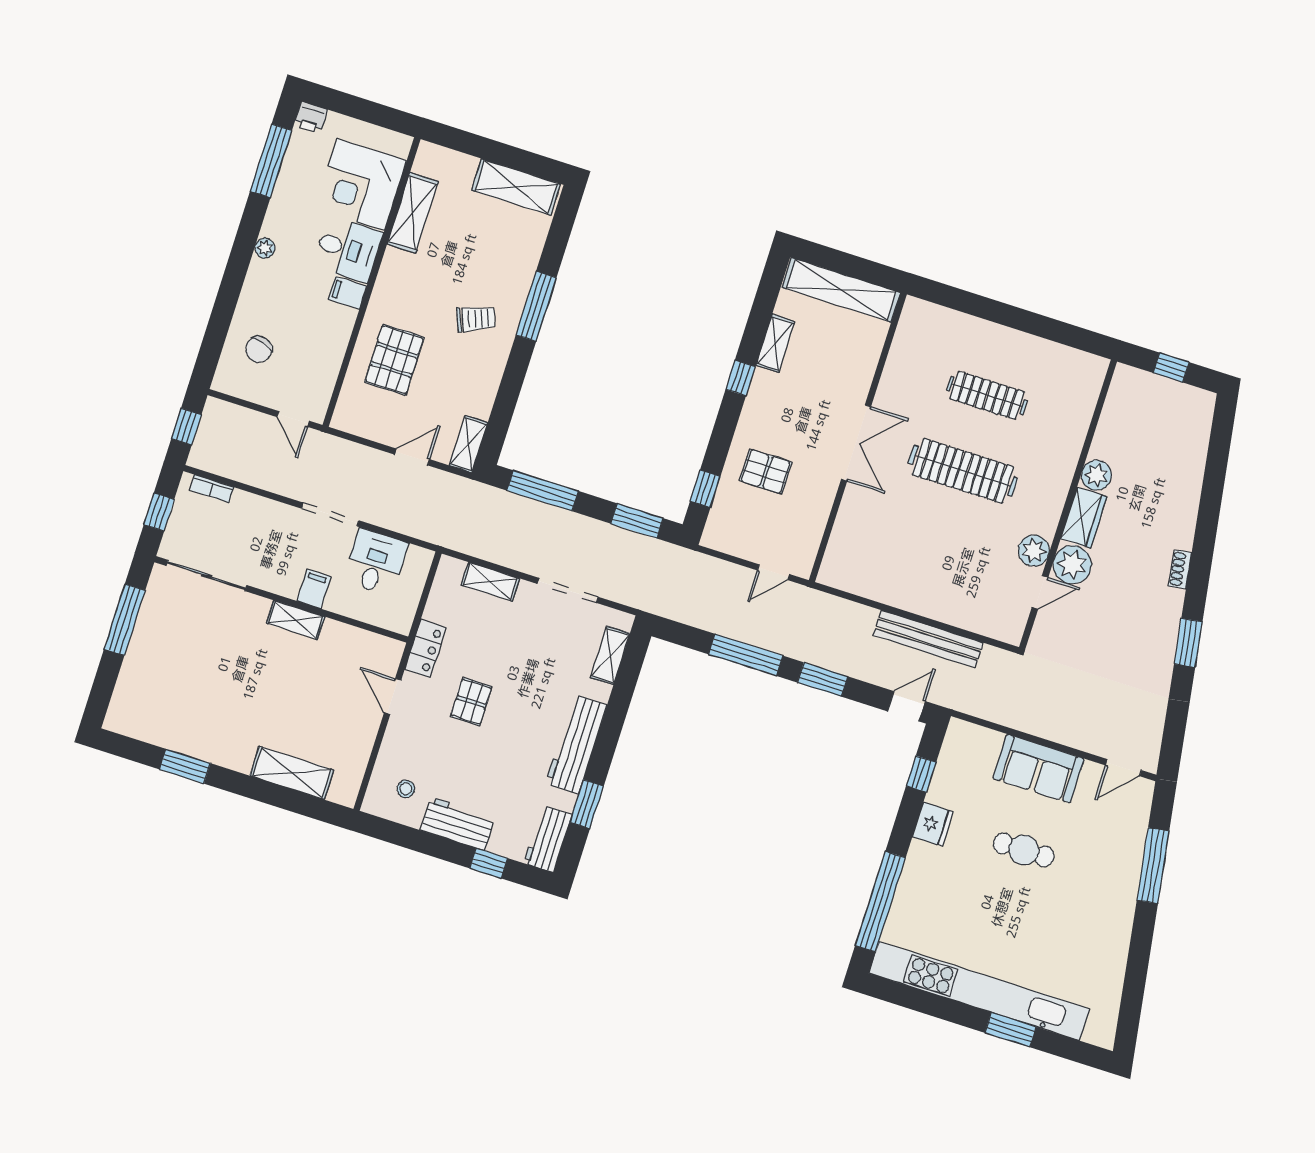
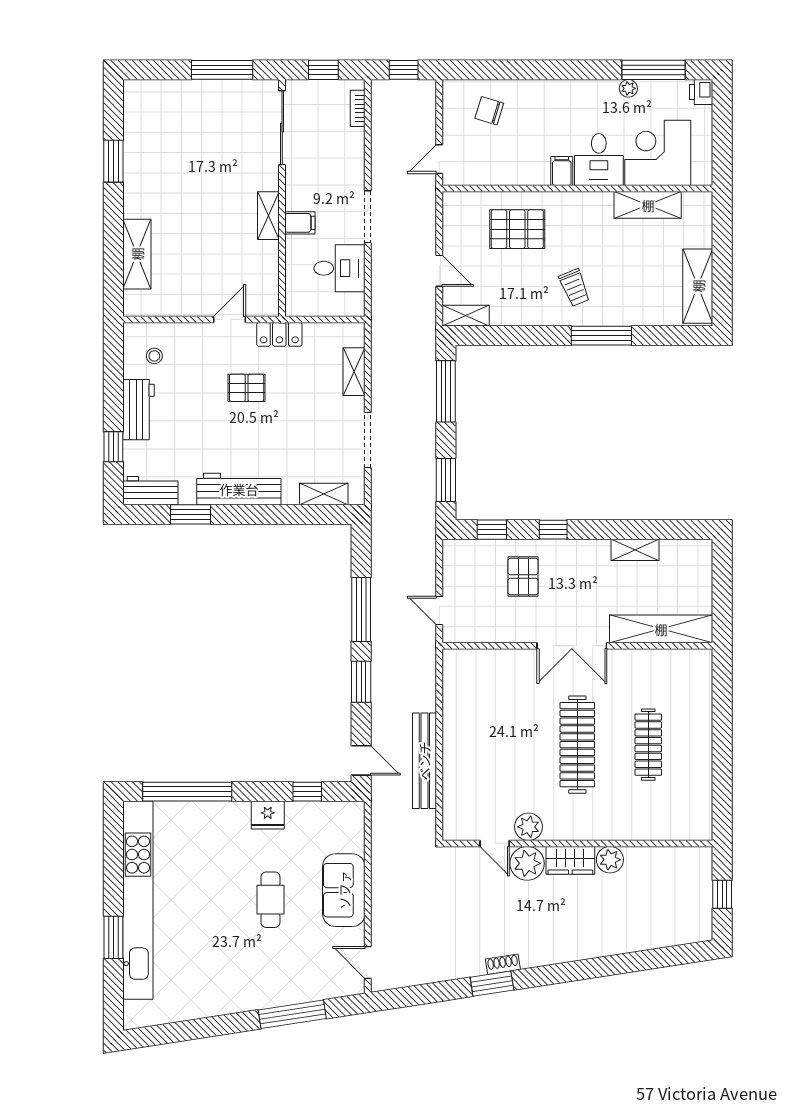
plant: (265, 248) -> (628, 88), moved
shelving: (841, 290) -> (661, 629), moved, turned 90
window: (740, 378) -> (553, 530), moved
shoe rack: (1180, 569) -> (503, 964), moved

